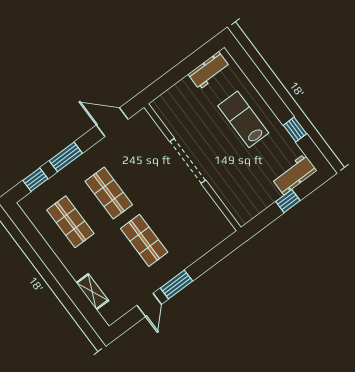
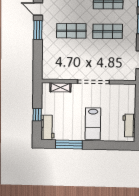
lab bench: (243, 119) -> (93, 124), turned 90
window: (295, 130) -> (69, 144), width x2.17
shelving: (228, 198) -> (60, 87), added

